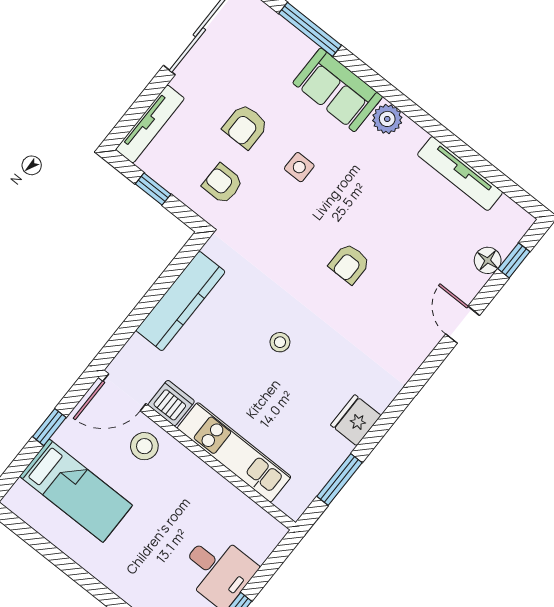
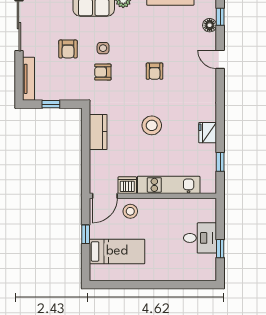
armchair: (223, 184) -> (103, 72), moved
kitchen counter: (181, 301) -> (98, 132), width x0.67
stool: (280, 342) -> (152, 125), width x1.89, depth x1.89
window: (339, 479) -> (220, 162), width x0.67

